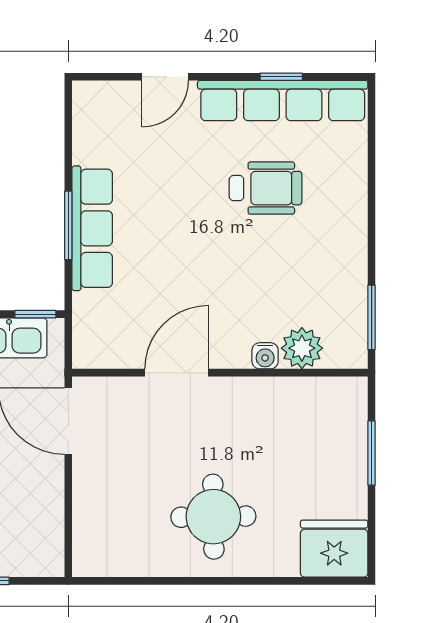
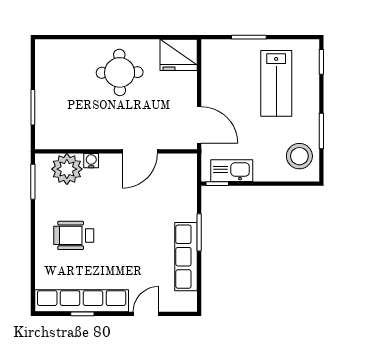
wheelchair: (265, 188) -> (74, 235), moved
row of seats: (92, 228) -> (186, 257), moved
plant: (302, 348) -> (67, 169), width x1.36, depth x1.36
fridge: (334, 549) -> (179, 55), moved

